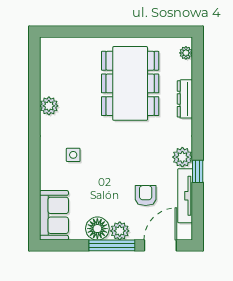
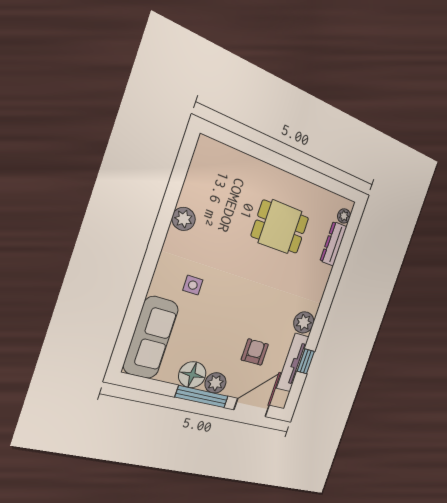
dining table: (130, 83) -> (280, 227), width x0.53, depth x0.80
dresser: (185, 99) -> (333, 244), moved
window: (198, 171) -> (306, 361), moved
sofa: (54, 215) -> (151, 338), width x1.36

